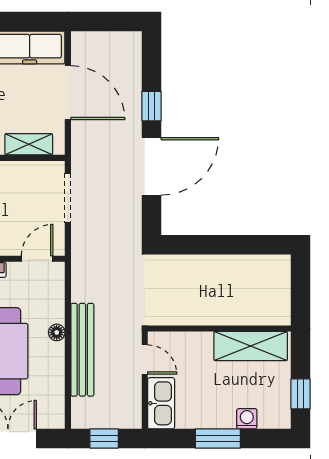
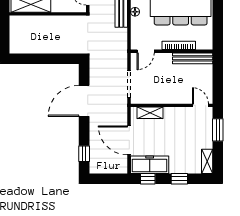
window: (33, 21) -> (148, 179), added
window: (151, 106) -> (84, 154), moved

